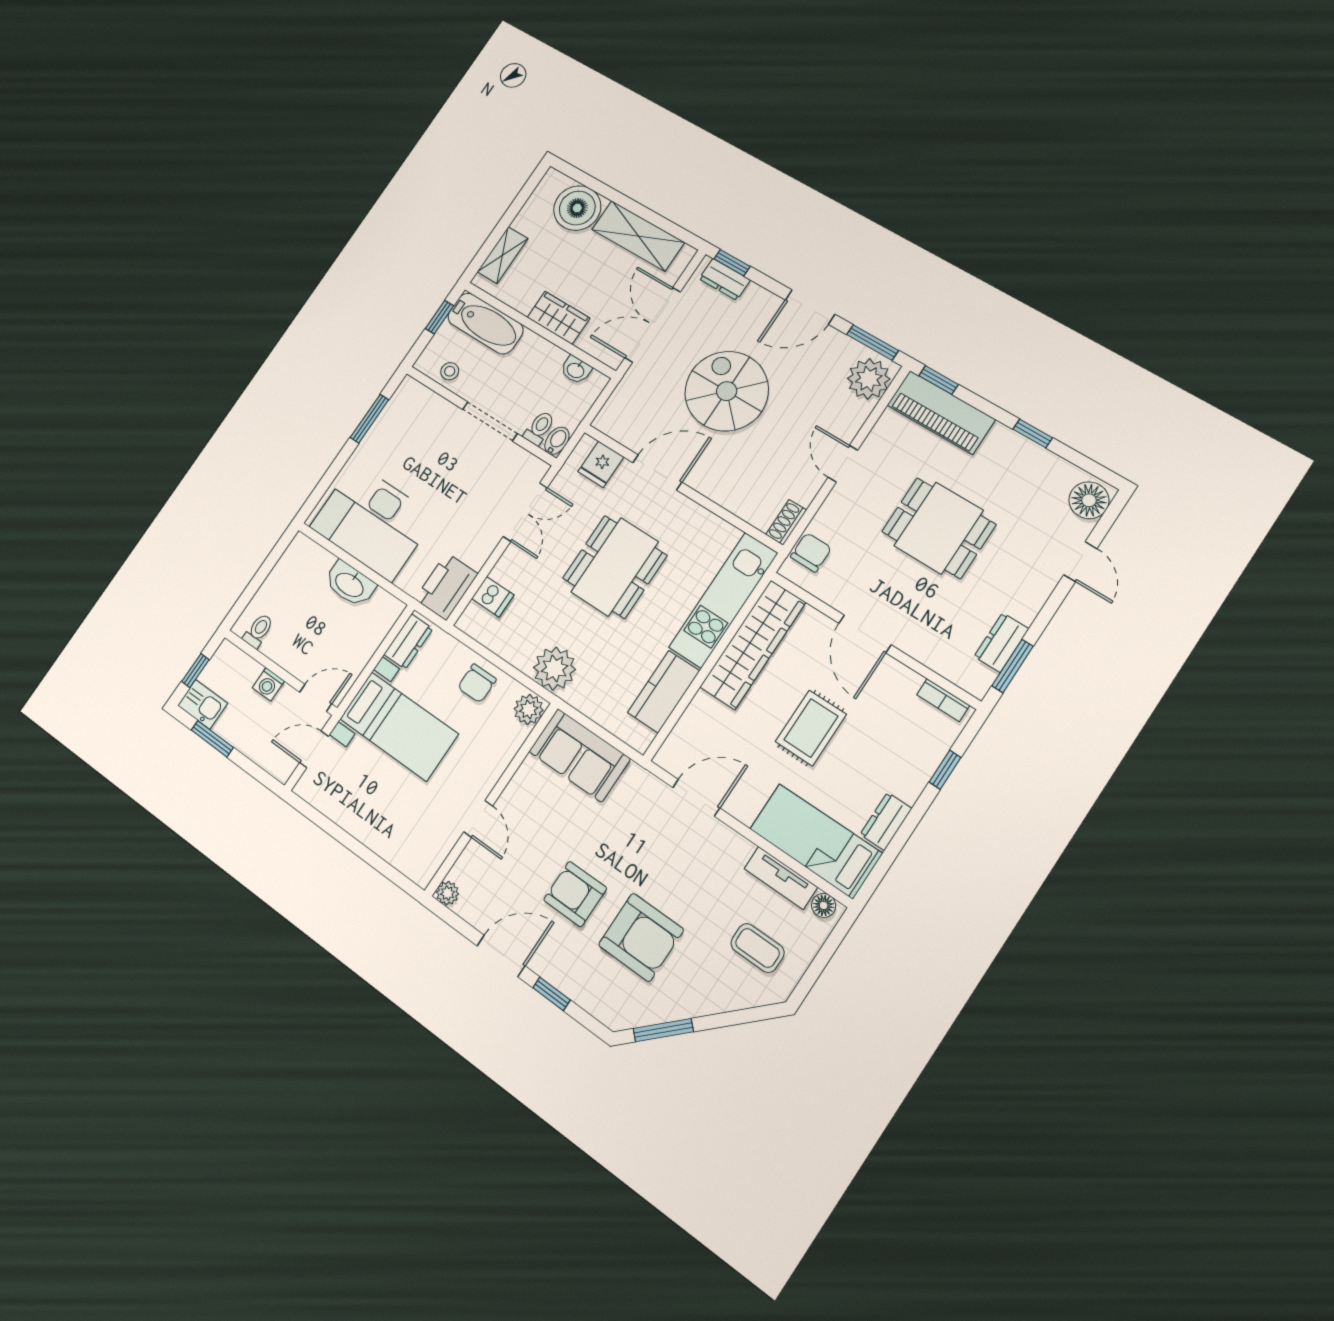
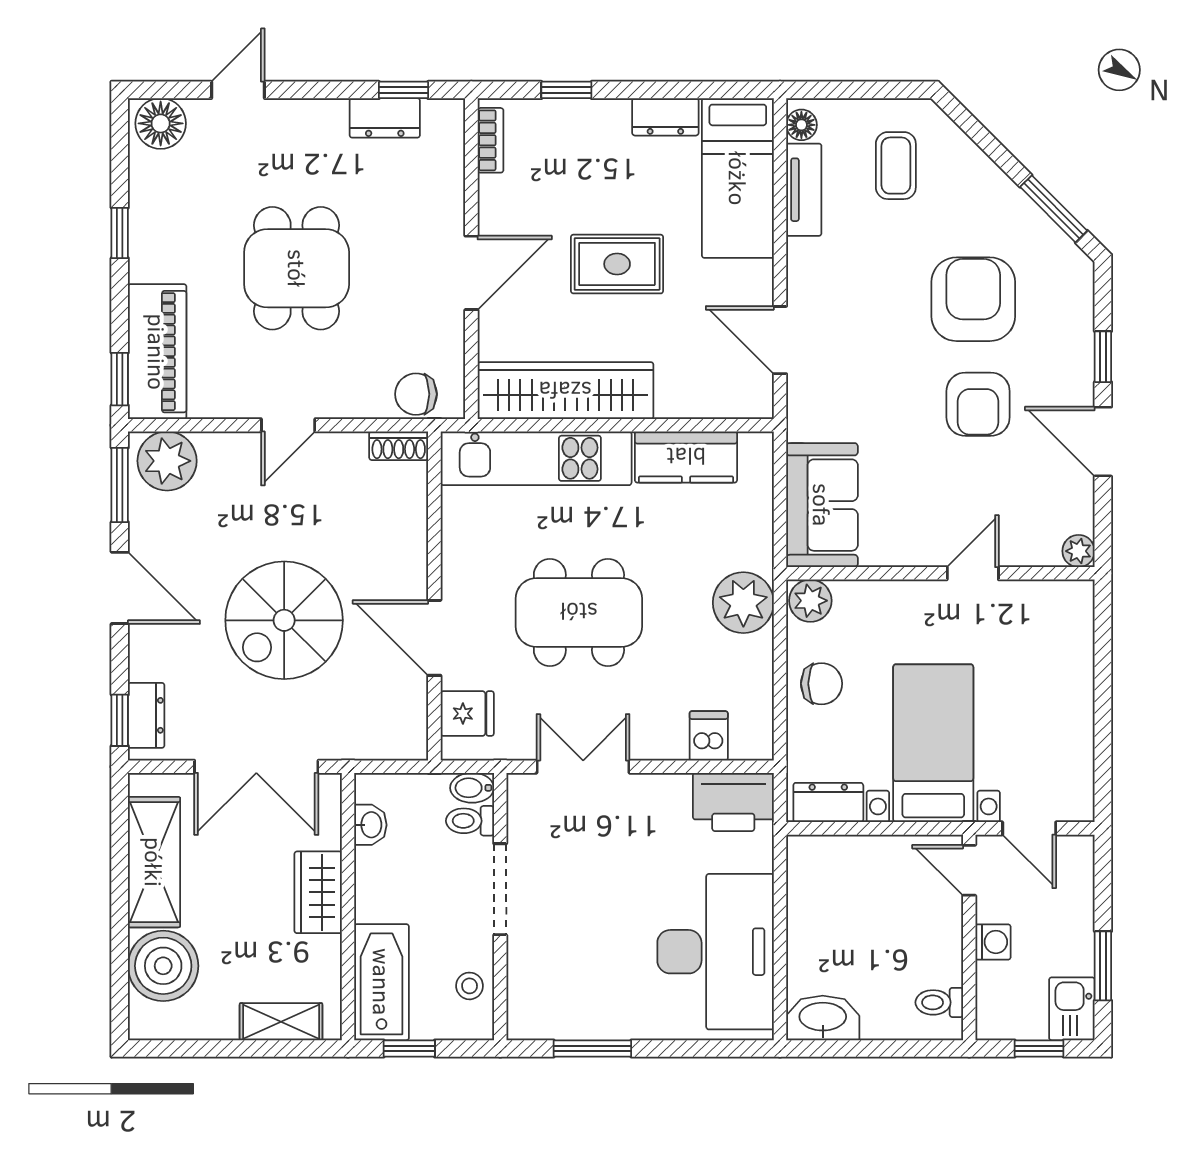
washbasin: (350, 584) -> (823, 1018), moved, turned -90
window: (1013, 666) -> (403, 90), width x0.67

